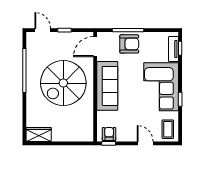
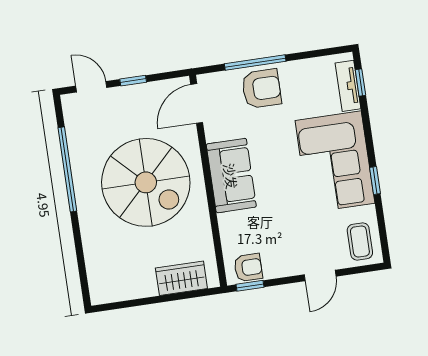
spiral stairs: (63, 83) -> (146, 182), turned -90
sofa: (107, 86) -> (231, 176), width x0.73
wardrobe: (39, 134) -> (181, 278), moved
armchair: (109, 134) -> (248, 268), turned 90
door: (145, 143) -> (320, 275), swing flipped

